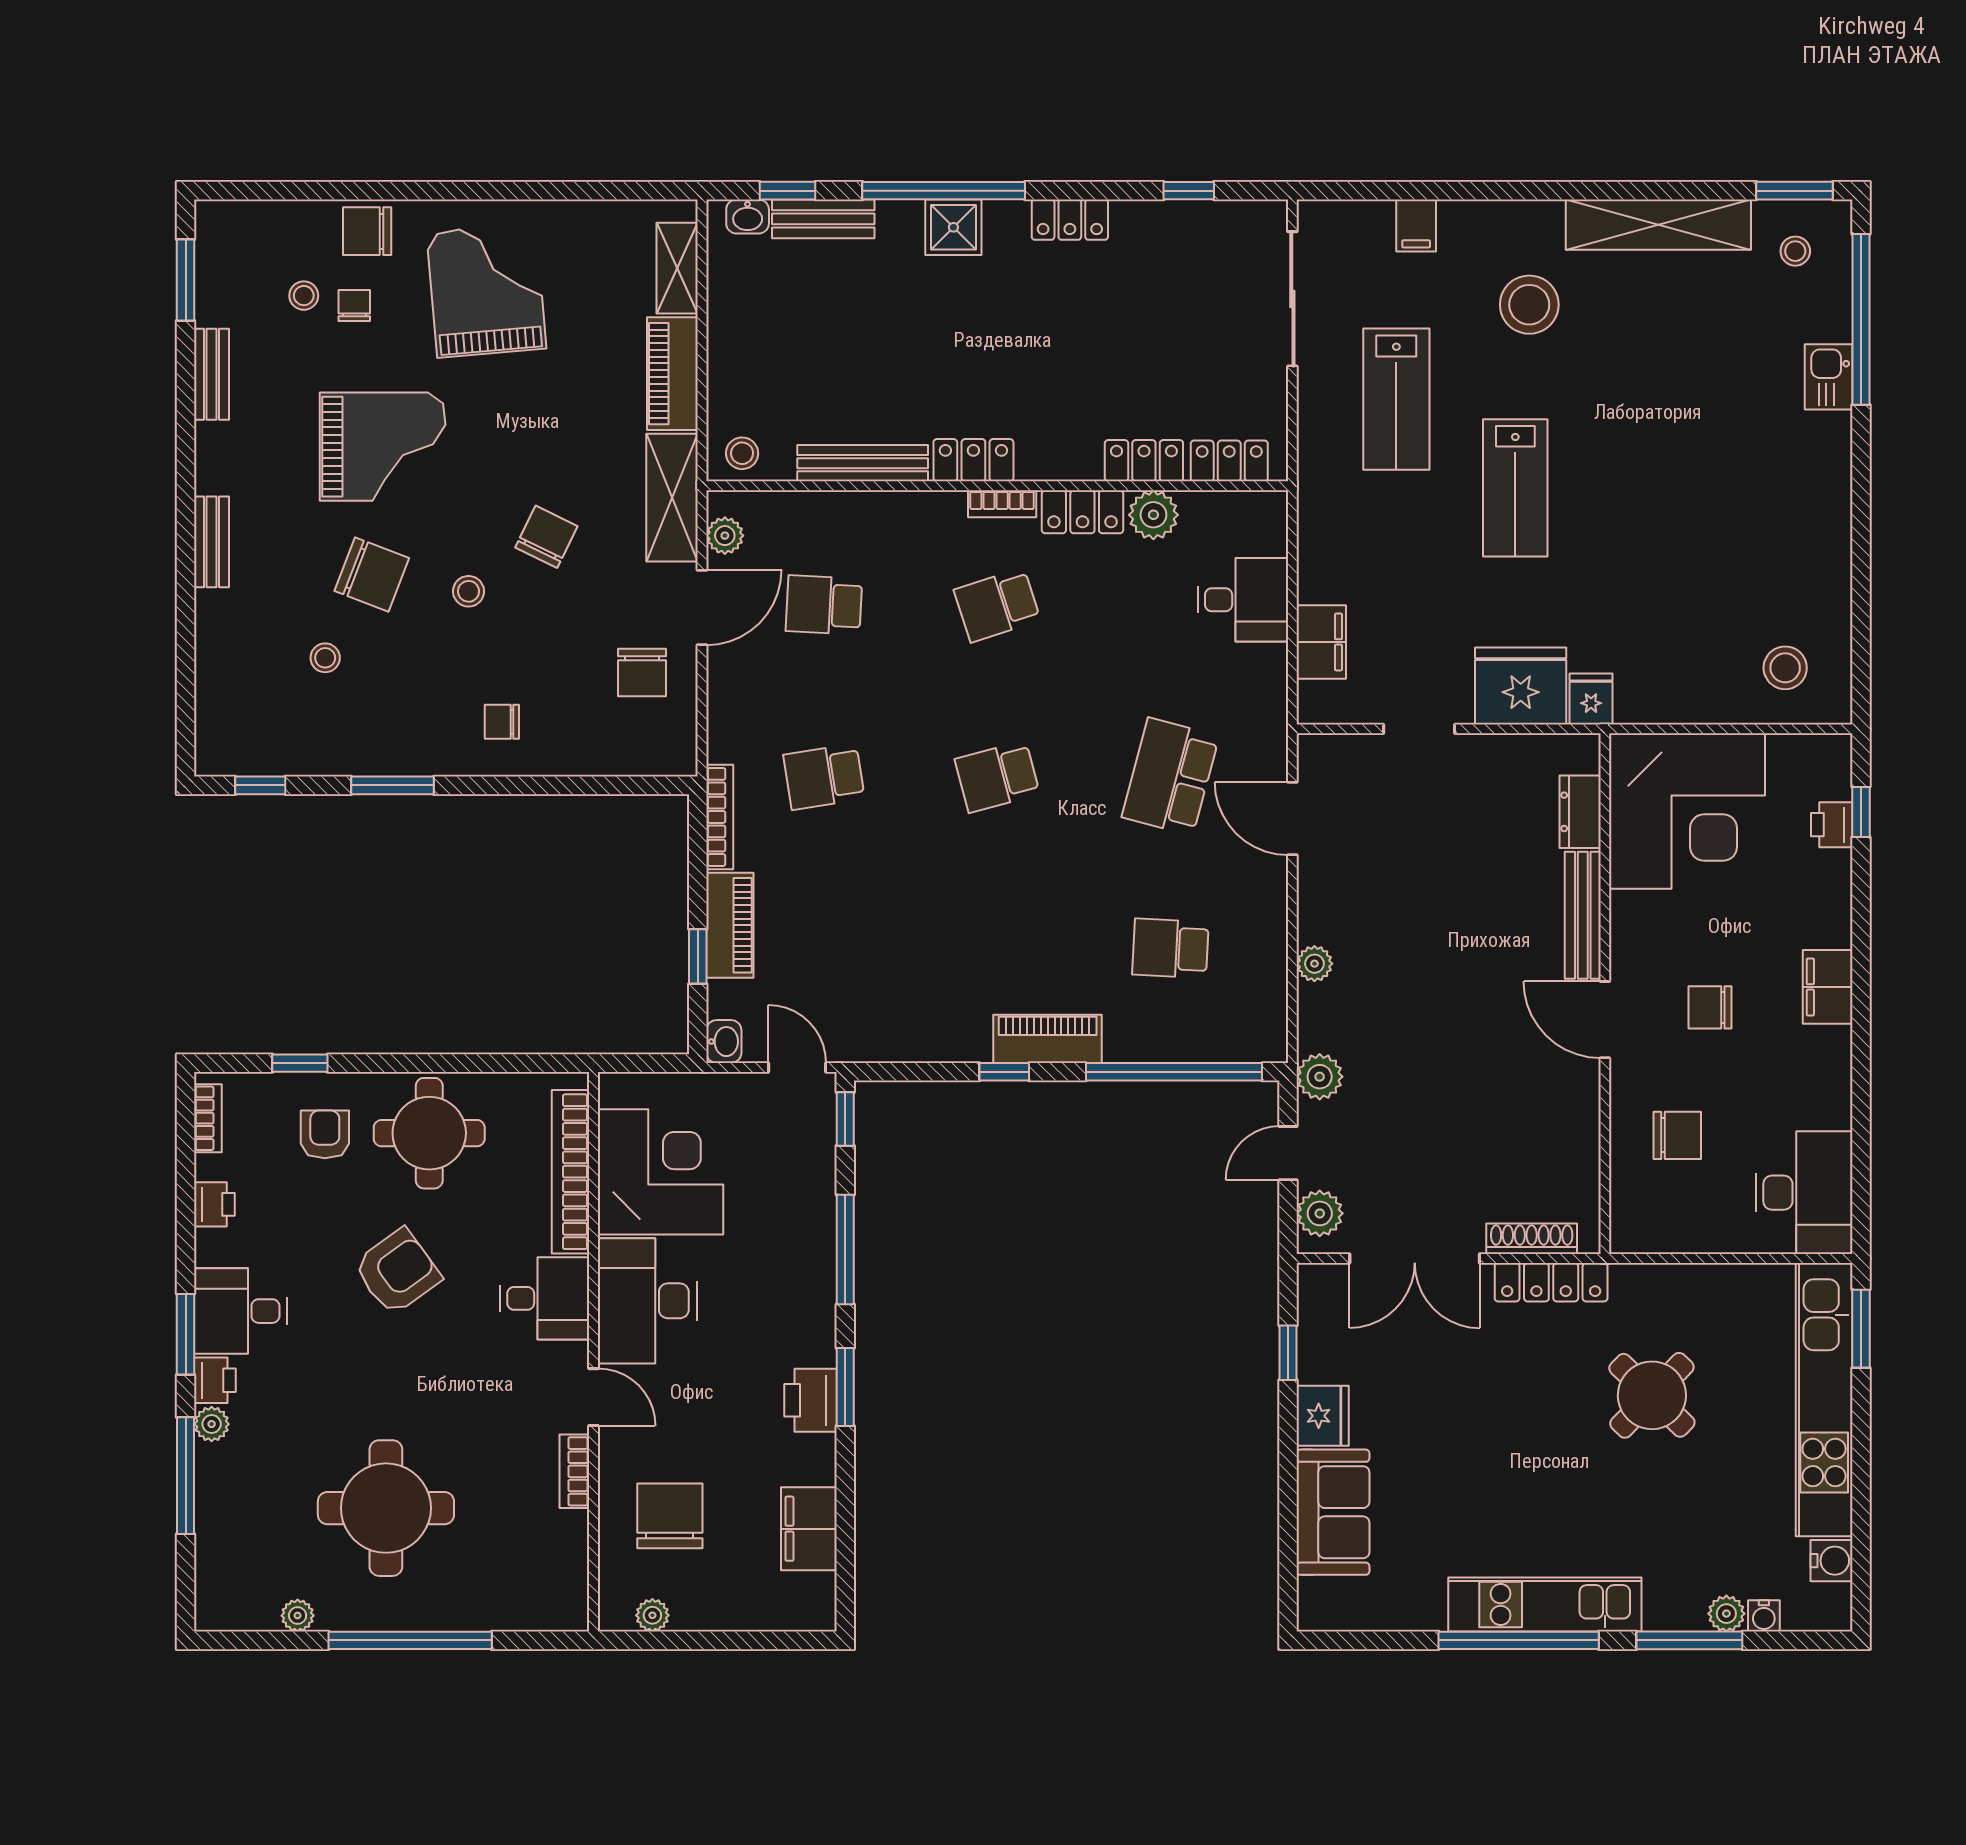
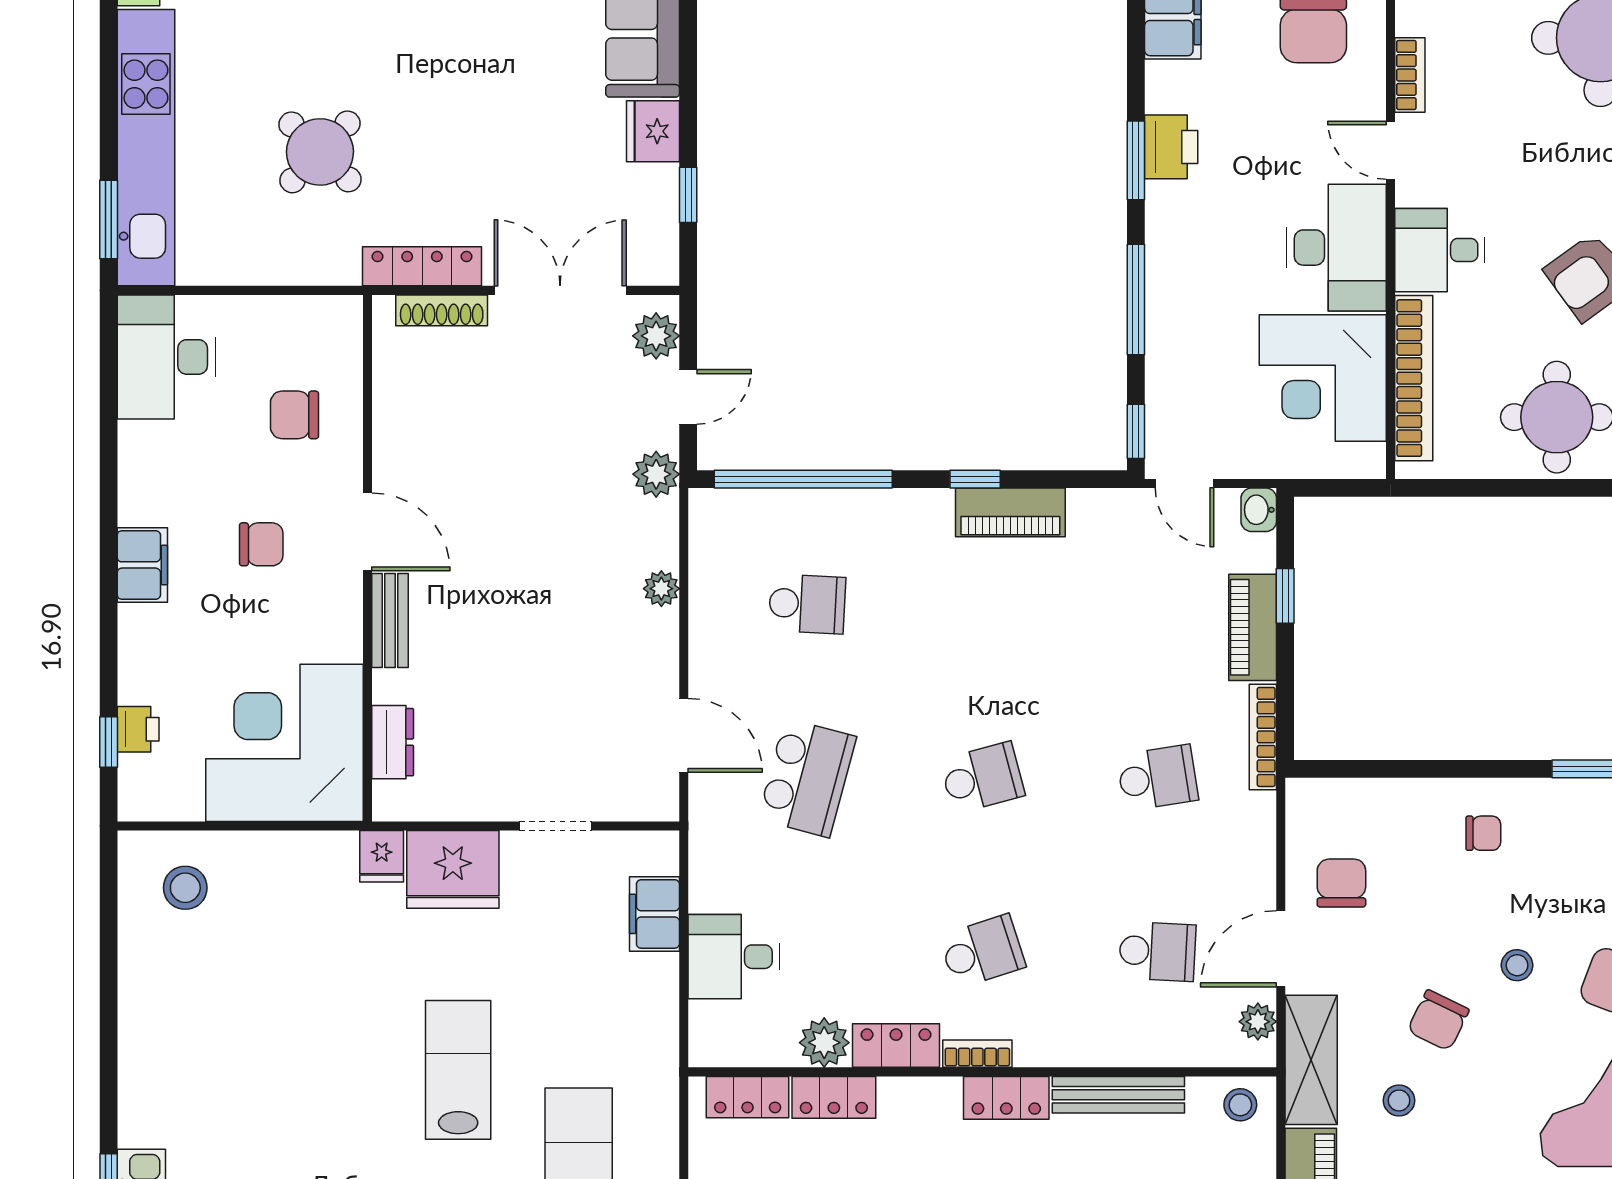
stool: (585, 458) -> (1399, 1100), added
bench: (1583, 915) -> (390, 620), width x0.73
piano: (1048, 1039) -> (1010, 512), moved

